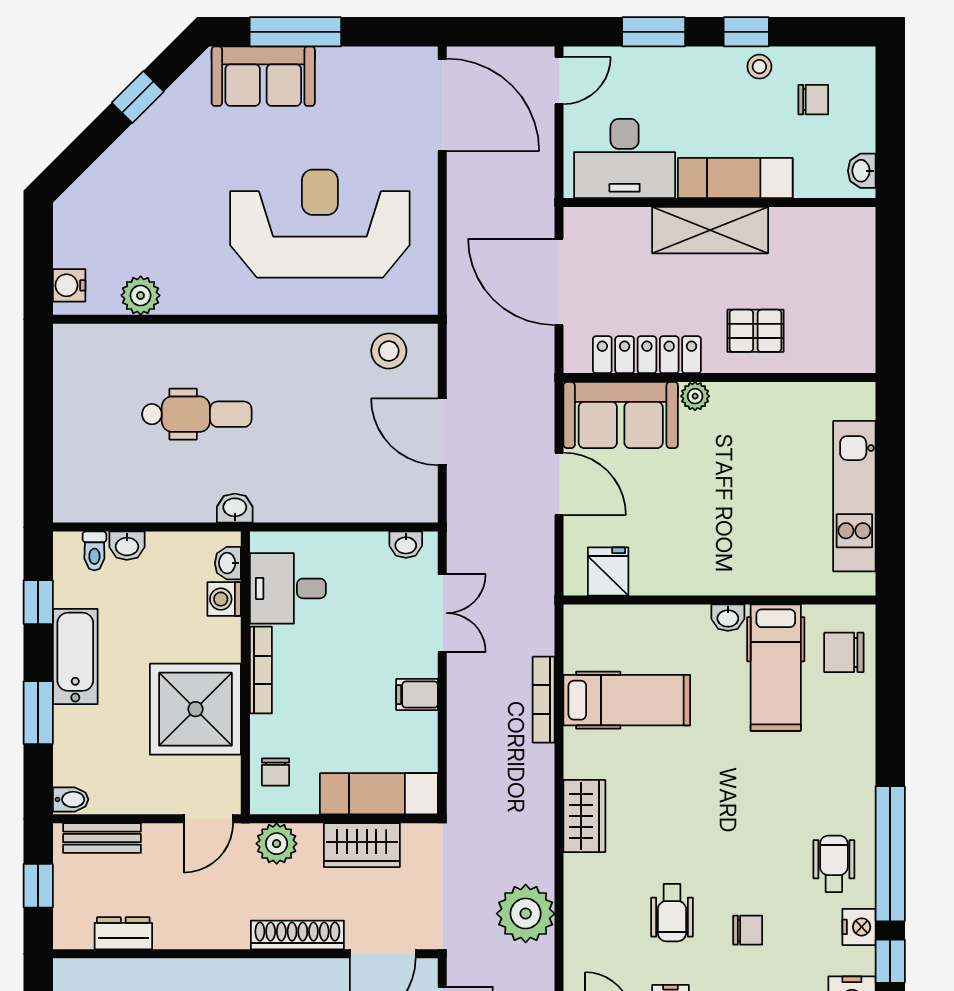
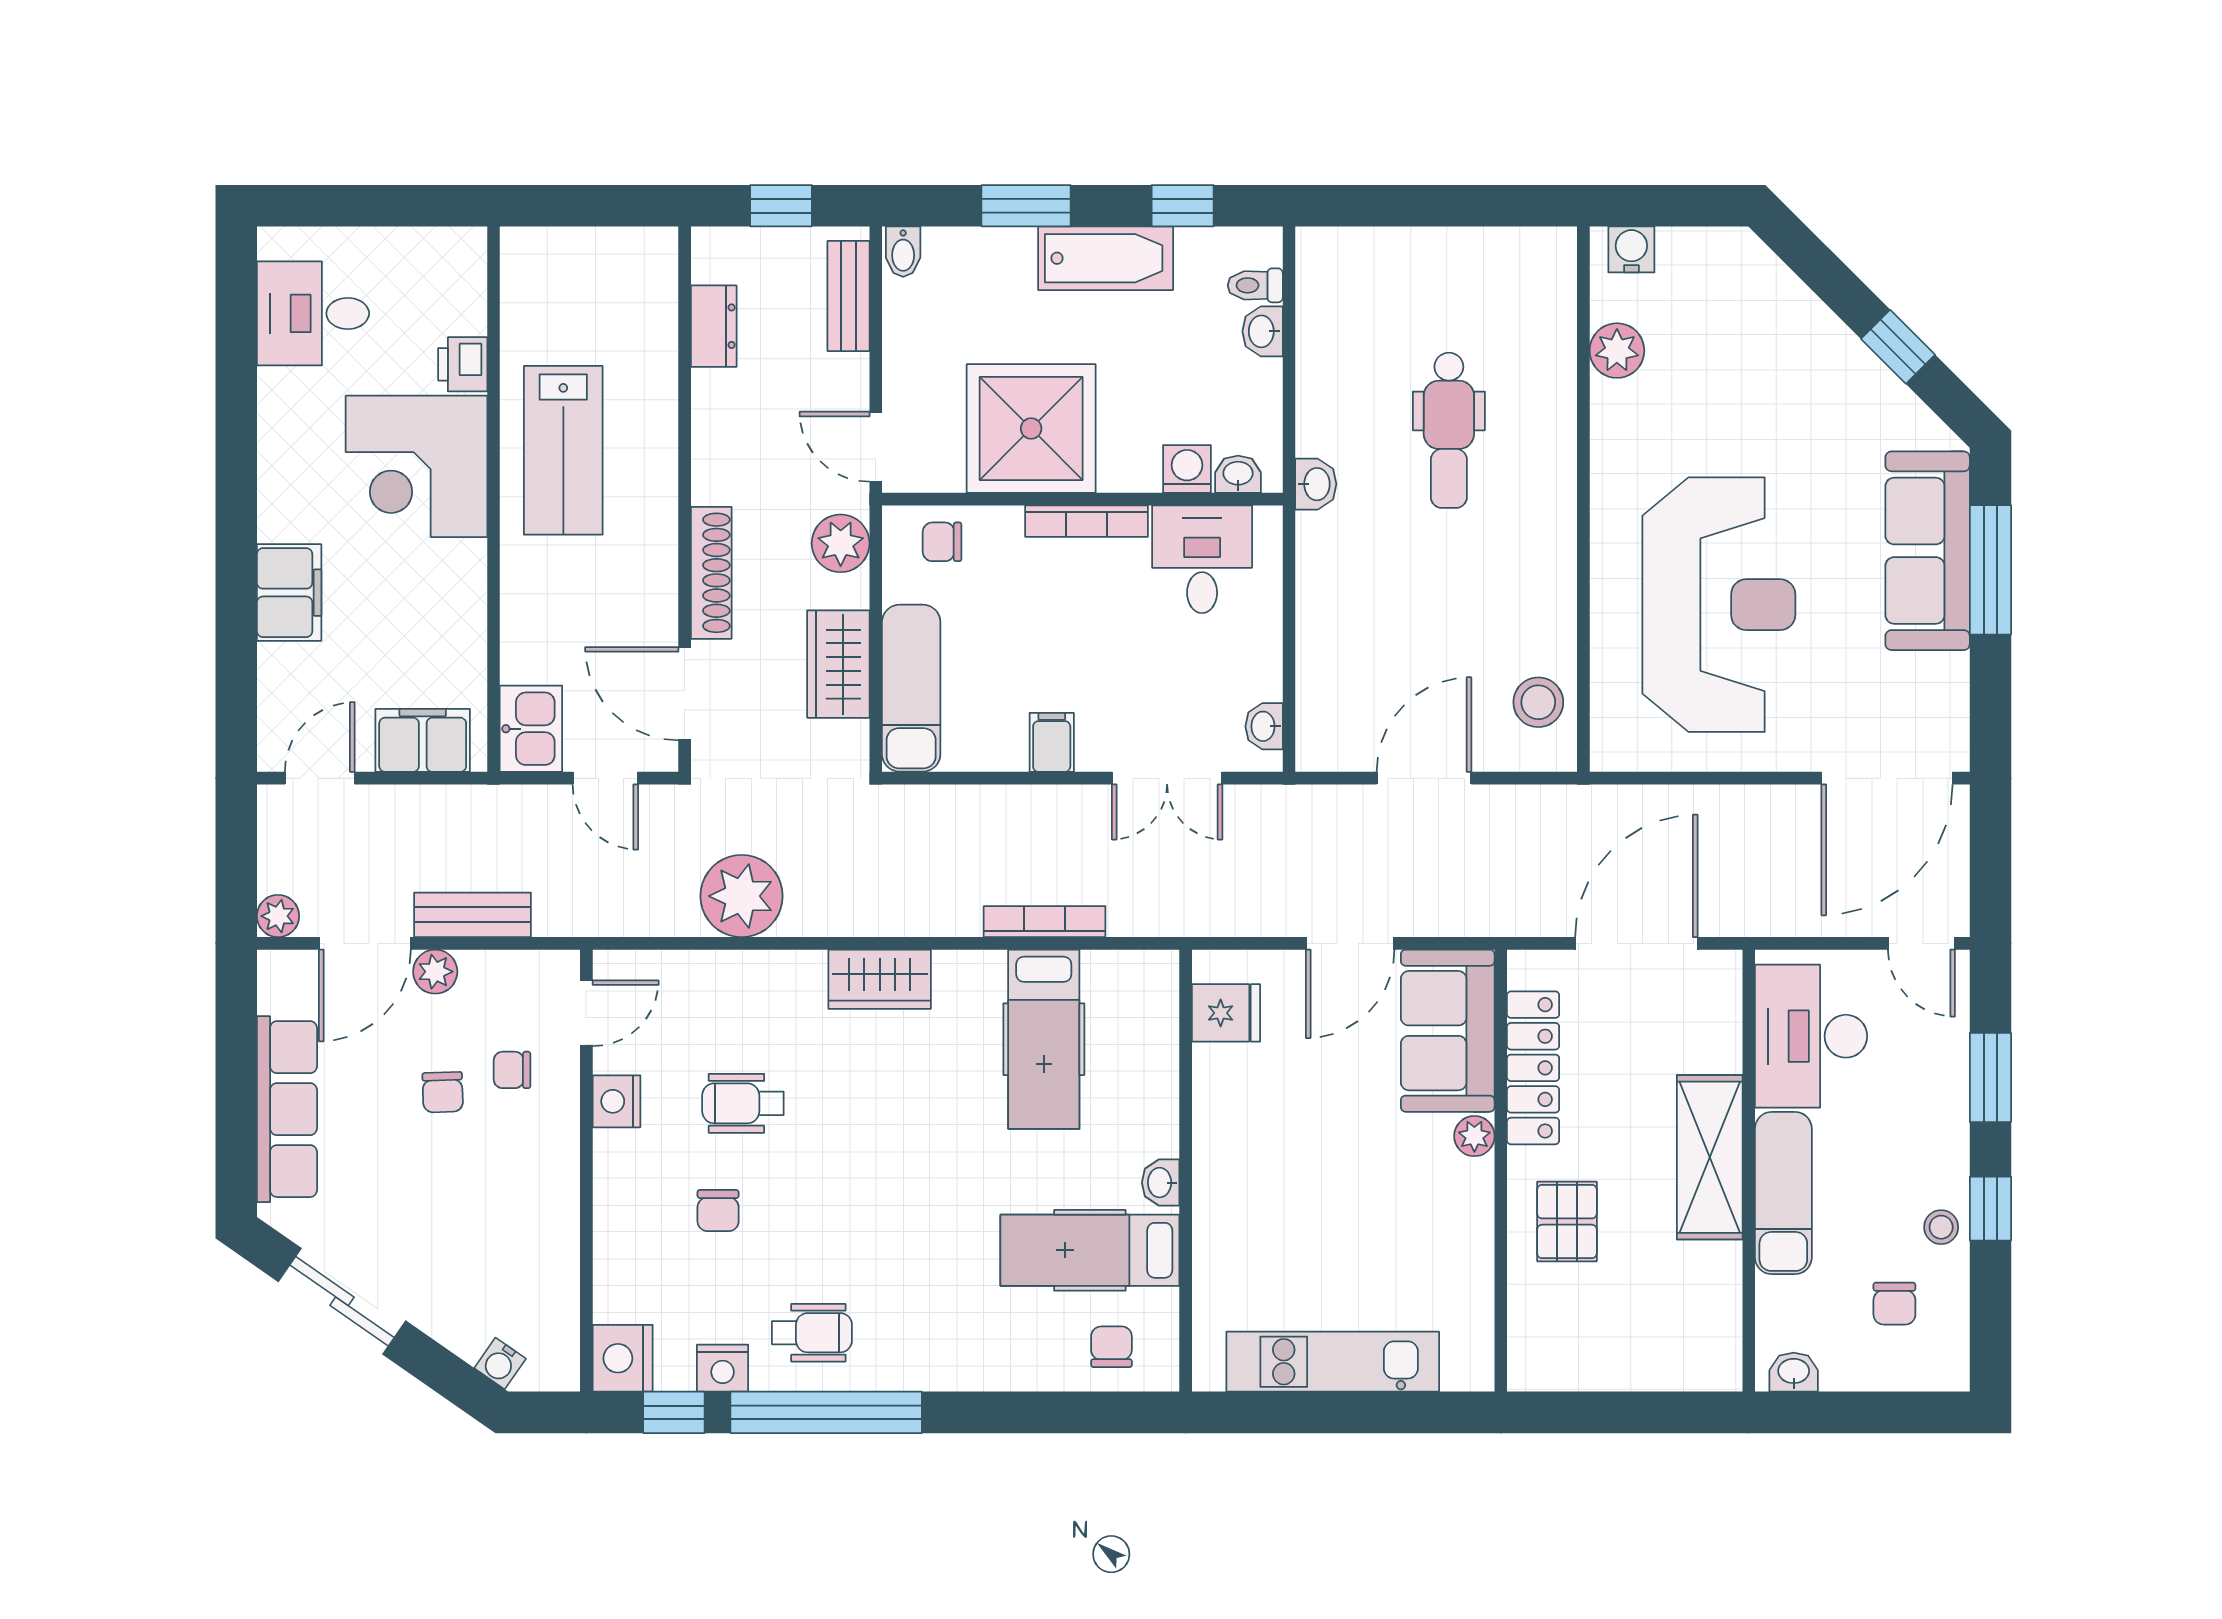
sofa: (263, 76) -> (1928, 551), width x1.36
chair: (844, 652) -> (1111, 1347), width x0.73, depth x0.73

